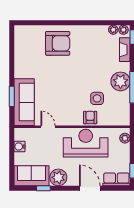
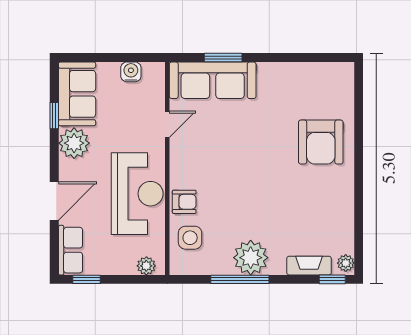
plant: (113, 30) -> (346, 244), removed
side table: (97, 98) -> (190, 238), moved

